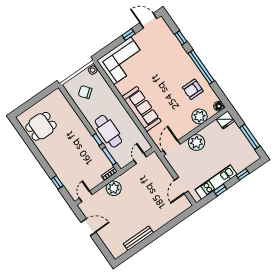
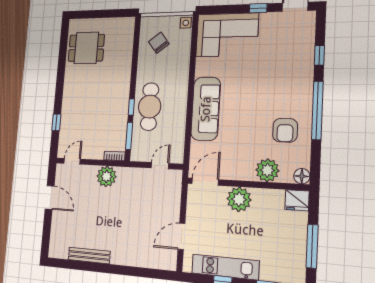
armchair: (193, 89) -> (285, 130), turned -90

